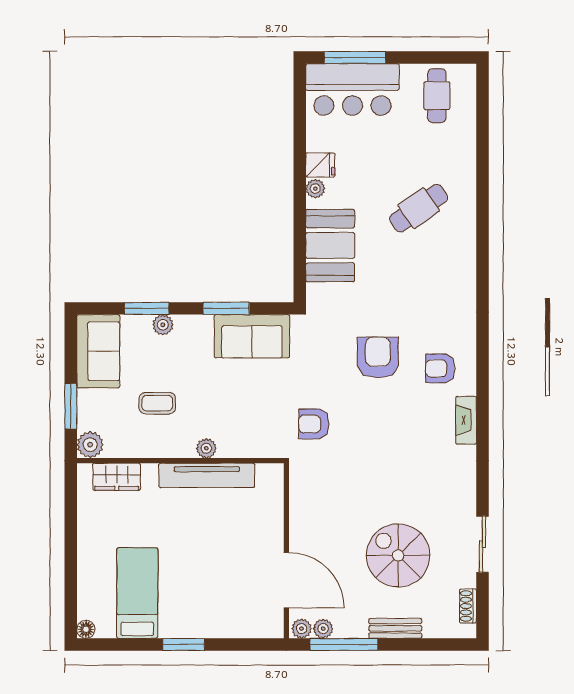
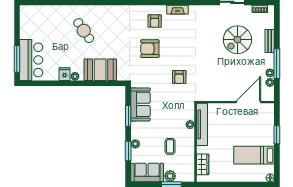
cafe table: (437, 96) -> (34, 23), removed
plant: (90, 445) -> (170, 176), moved
wall: (286, 551) -> (235, 102), moved
door: (286, 580) -> (248, 102), moved

